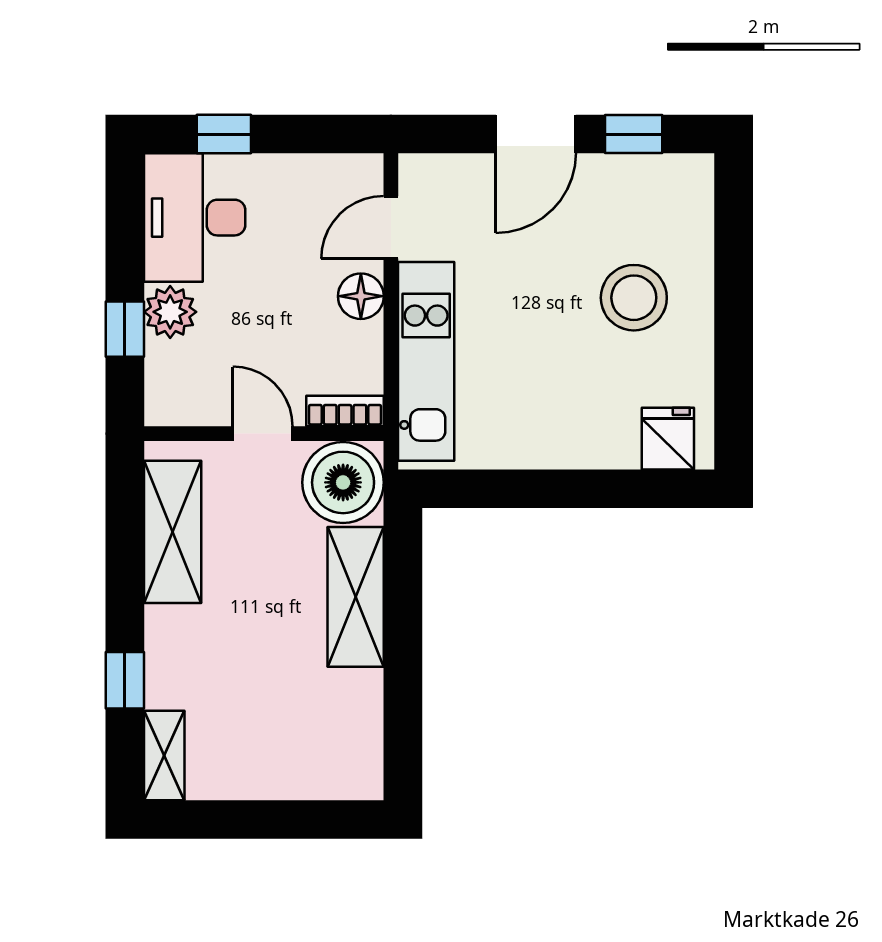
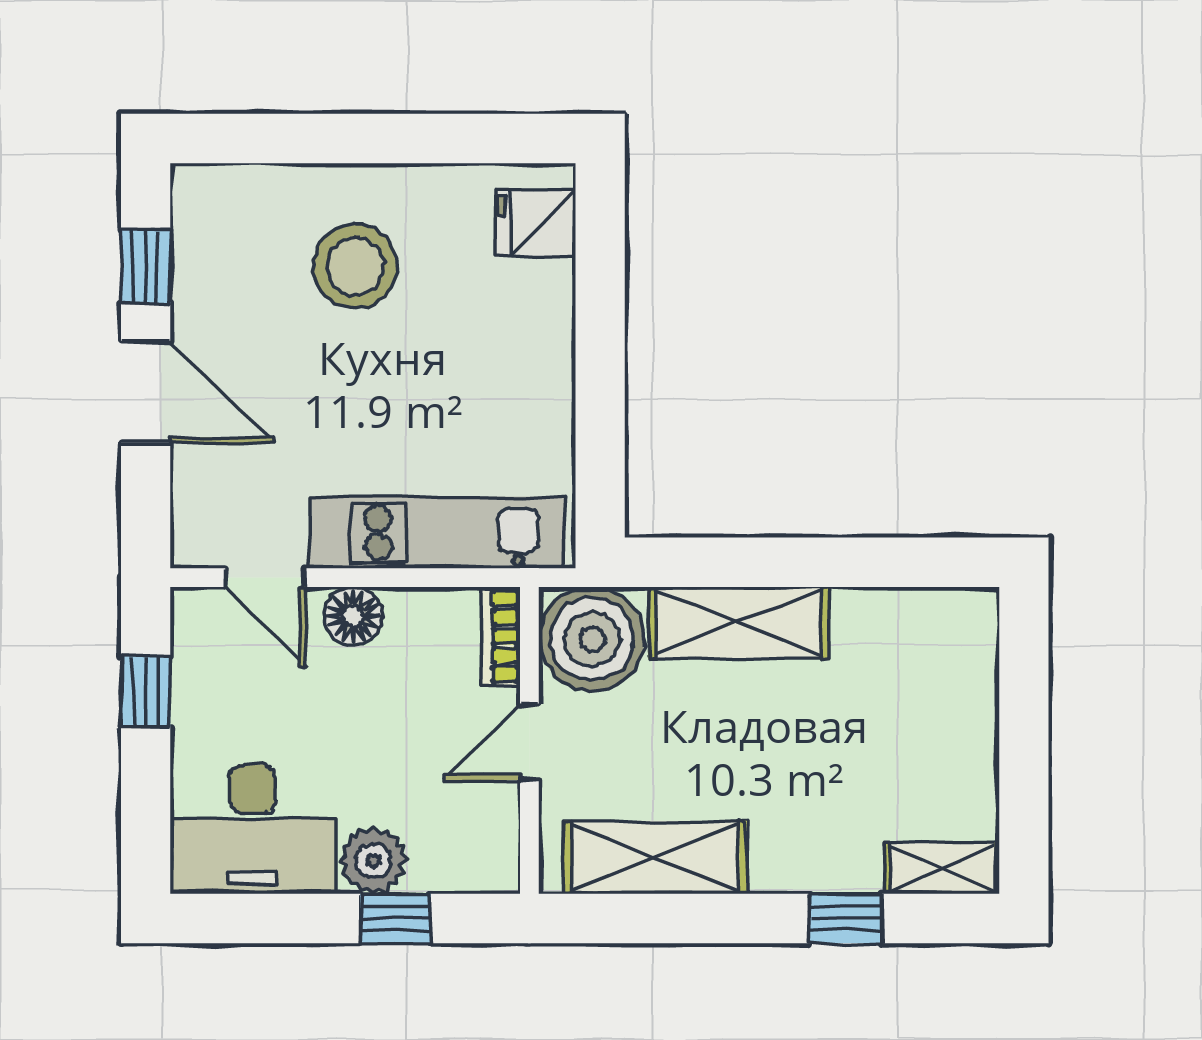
window: (224, 134) -> (146, 691), moved

